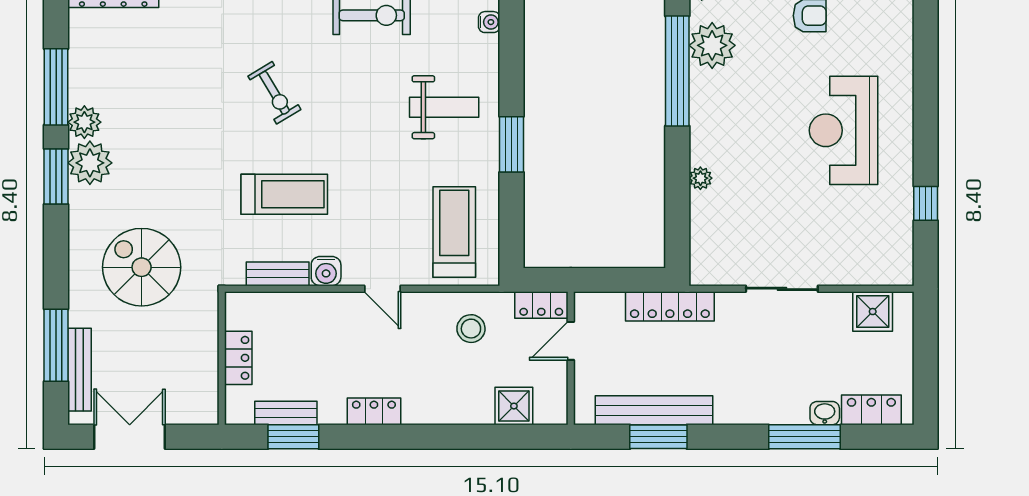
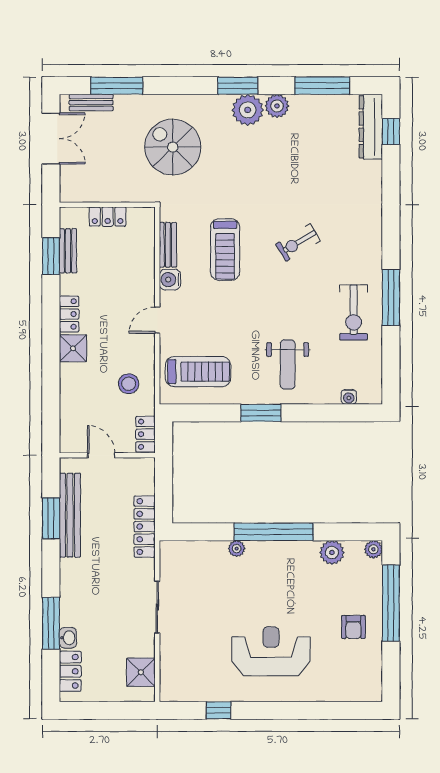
plant: (712, 45) -> (332, 552), width x0.73, depth x0.73
window: (677, 71) -> (274, 532), moved
window: (56, 87) -> (322, 86), moved
spiral stairs: (142, 267) -> (173, 147), turned -90
door: (571, 341) -> (101, 455), moved
bench: (80, 370) -> (91, 103), width x0.73
shower: (514, 406) -> (73, 348), moved

